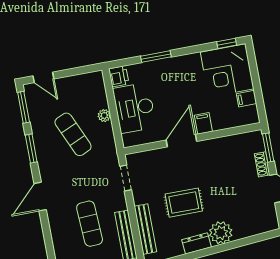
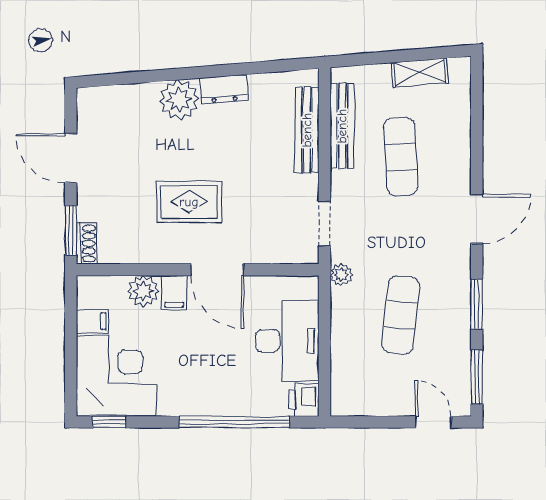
window: (156, 57) -> (234, 422), width x2.11
plant: (104, 116) -> (341, 275), moved
plant: (221, 121) -> (143, 291), added
exercise mat: (73, 134) -> (401, 315), turned 30
door: (181, 141) -> (217, 270), hinge flipped
shoe rack: (262, 164) -> (87, 243), moved
rug: (184, 203) -> (189, 202), moved

